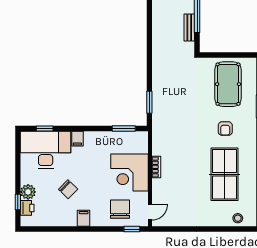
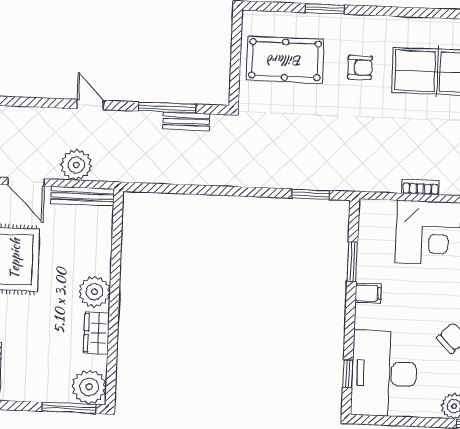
window: (124, 128) -> (352, 262), moved
filing cabinet: (77, 139) -> (368, 293), moved

